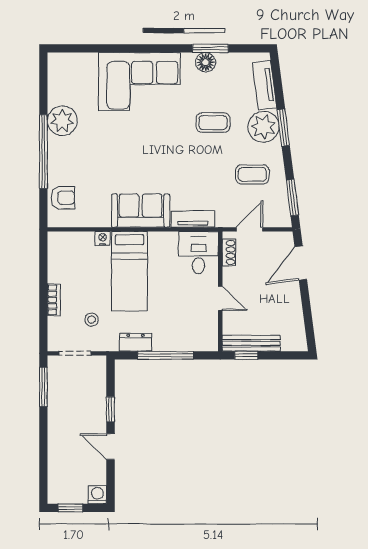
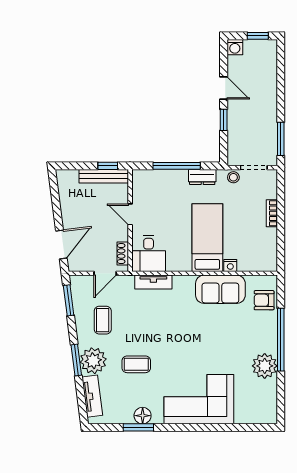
coffee table: (252, 174) -> (103, 320), turned 90
sofa: (141, 211) -> (220, 289), moved
stool: (91, 320) -> (233, 177), moved

